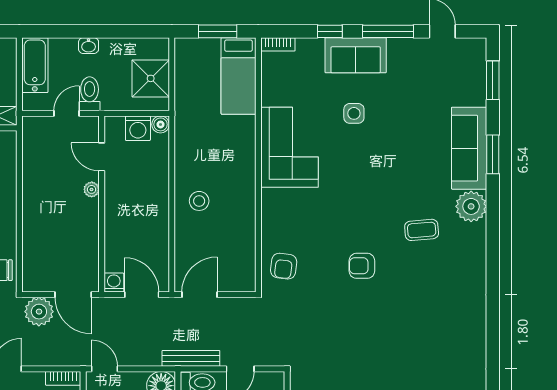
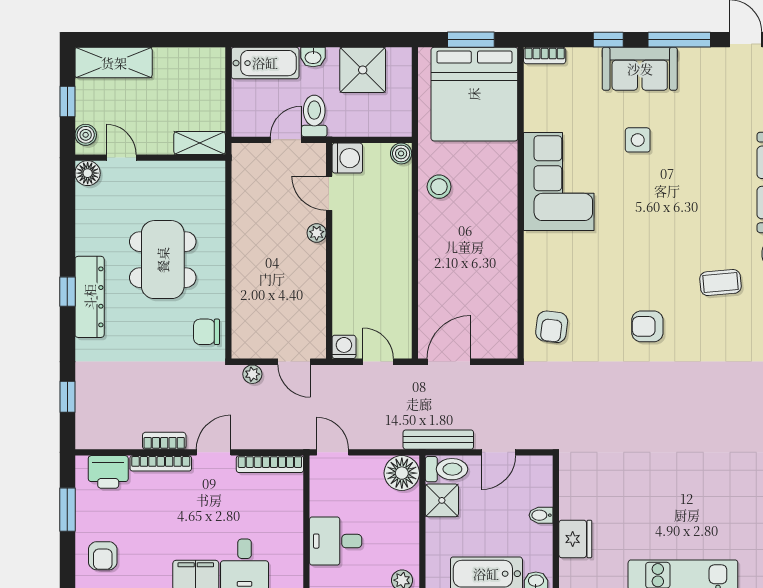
bathtub: (35, 65) -> (265, 63), moved, turned 90
bed: (239, 76) -> (474, 94), width x2.04
shower: (151, 78) -> (363, 70), moved
washing machine: (138, 128) -> (347, 158), moved, turned -90
stool: (199, 201) -> (439, 187), moved
door: (73, 295) -> (294, 362), width x0.73
door: (142, 295) -> (378, 362), width x0.73
plant: (39, 312) -> (252, 374), width x0.53, depth x0.53
bookcase: (63, 378) -> (270, 464), width x1.56

